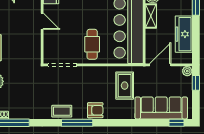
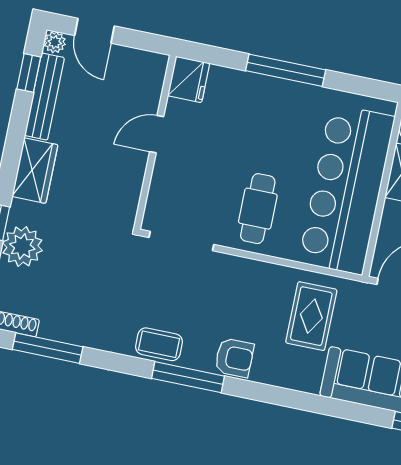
door: (42, 21) -> (157, 134), swing flipped

